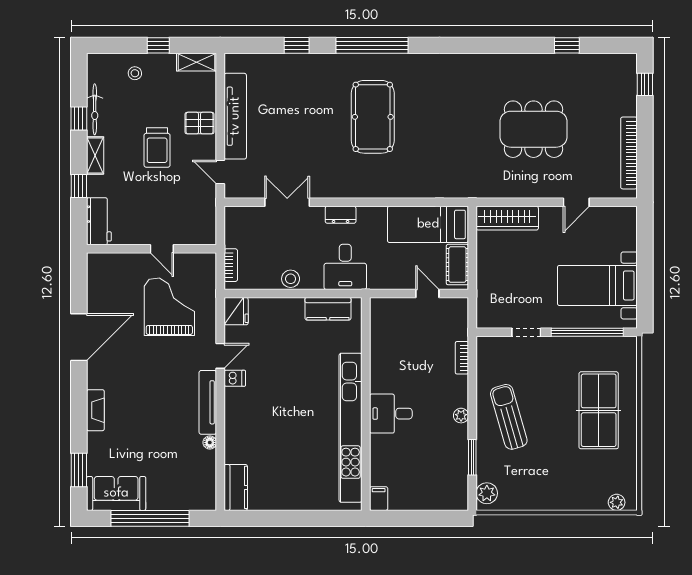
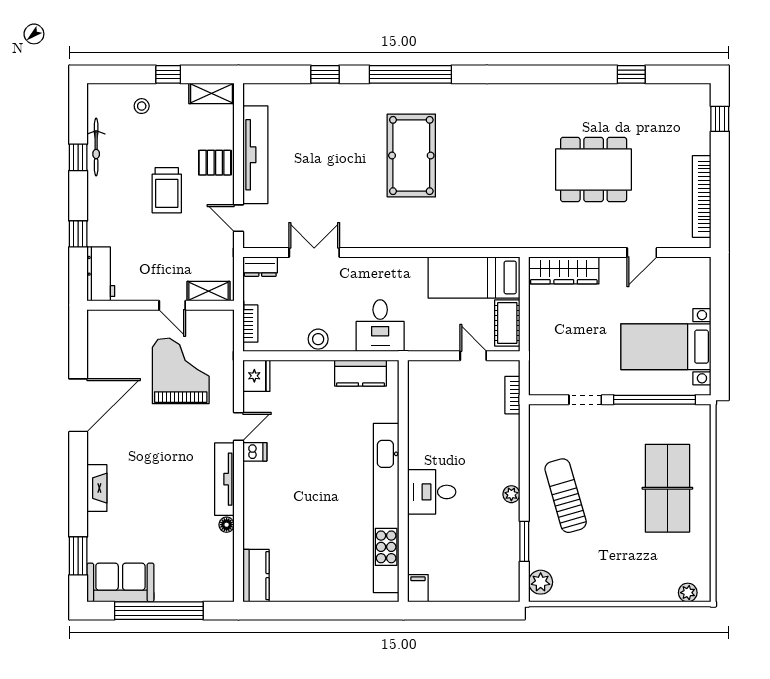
shelving: (95, 155) -> (209, 291), moved, turned 90
dresser: (341, 215) -> (260, 267), moved
bookcase: (462, 358) -> (512, 395), moved

